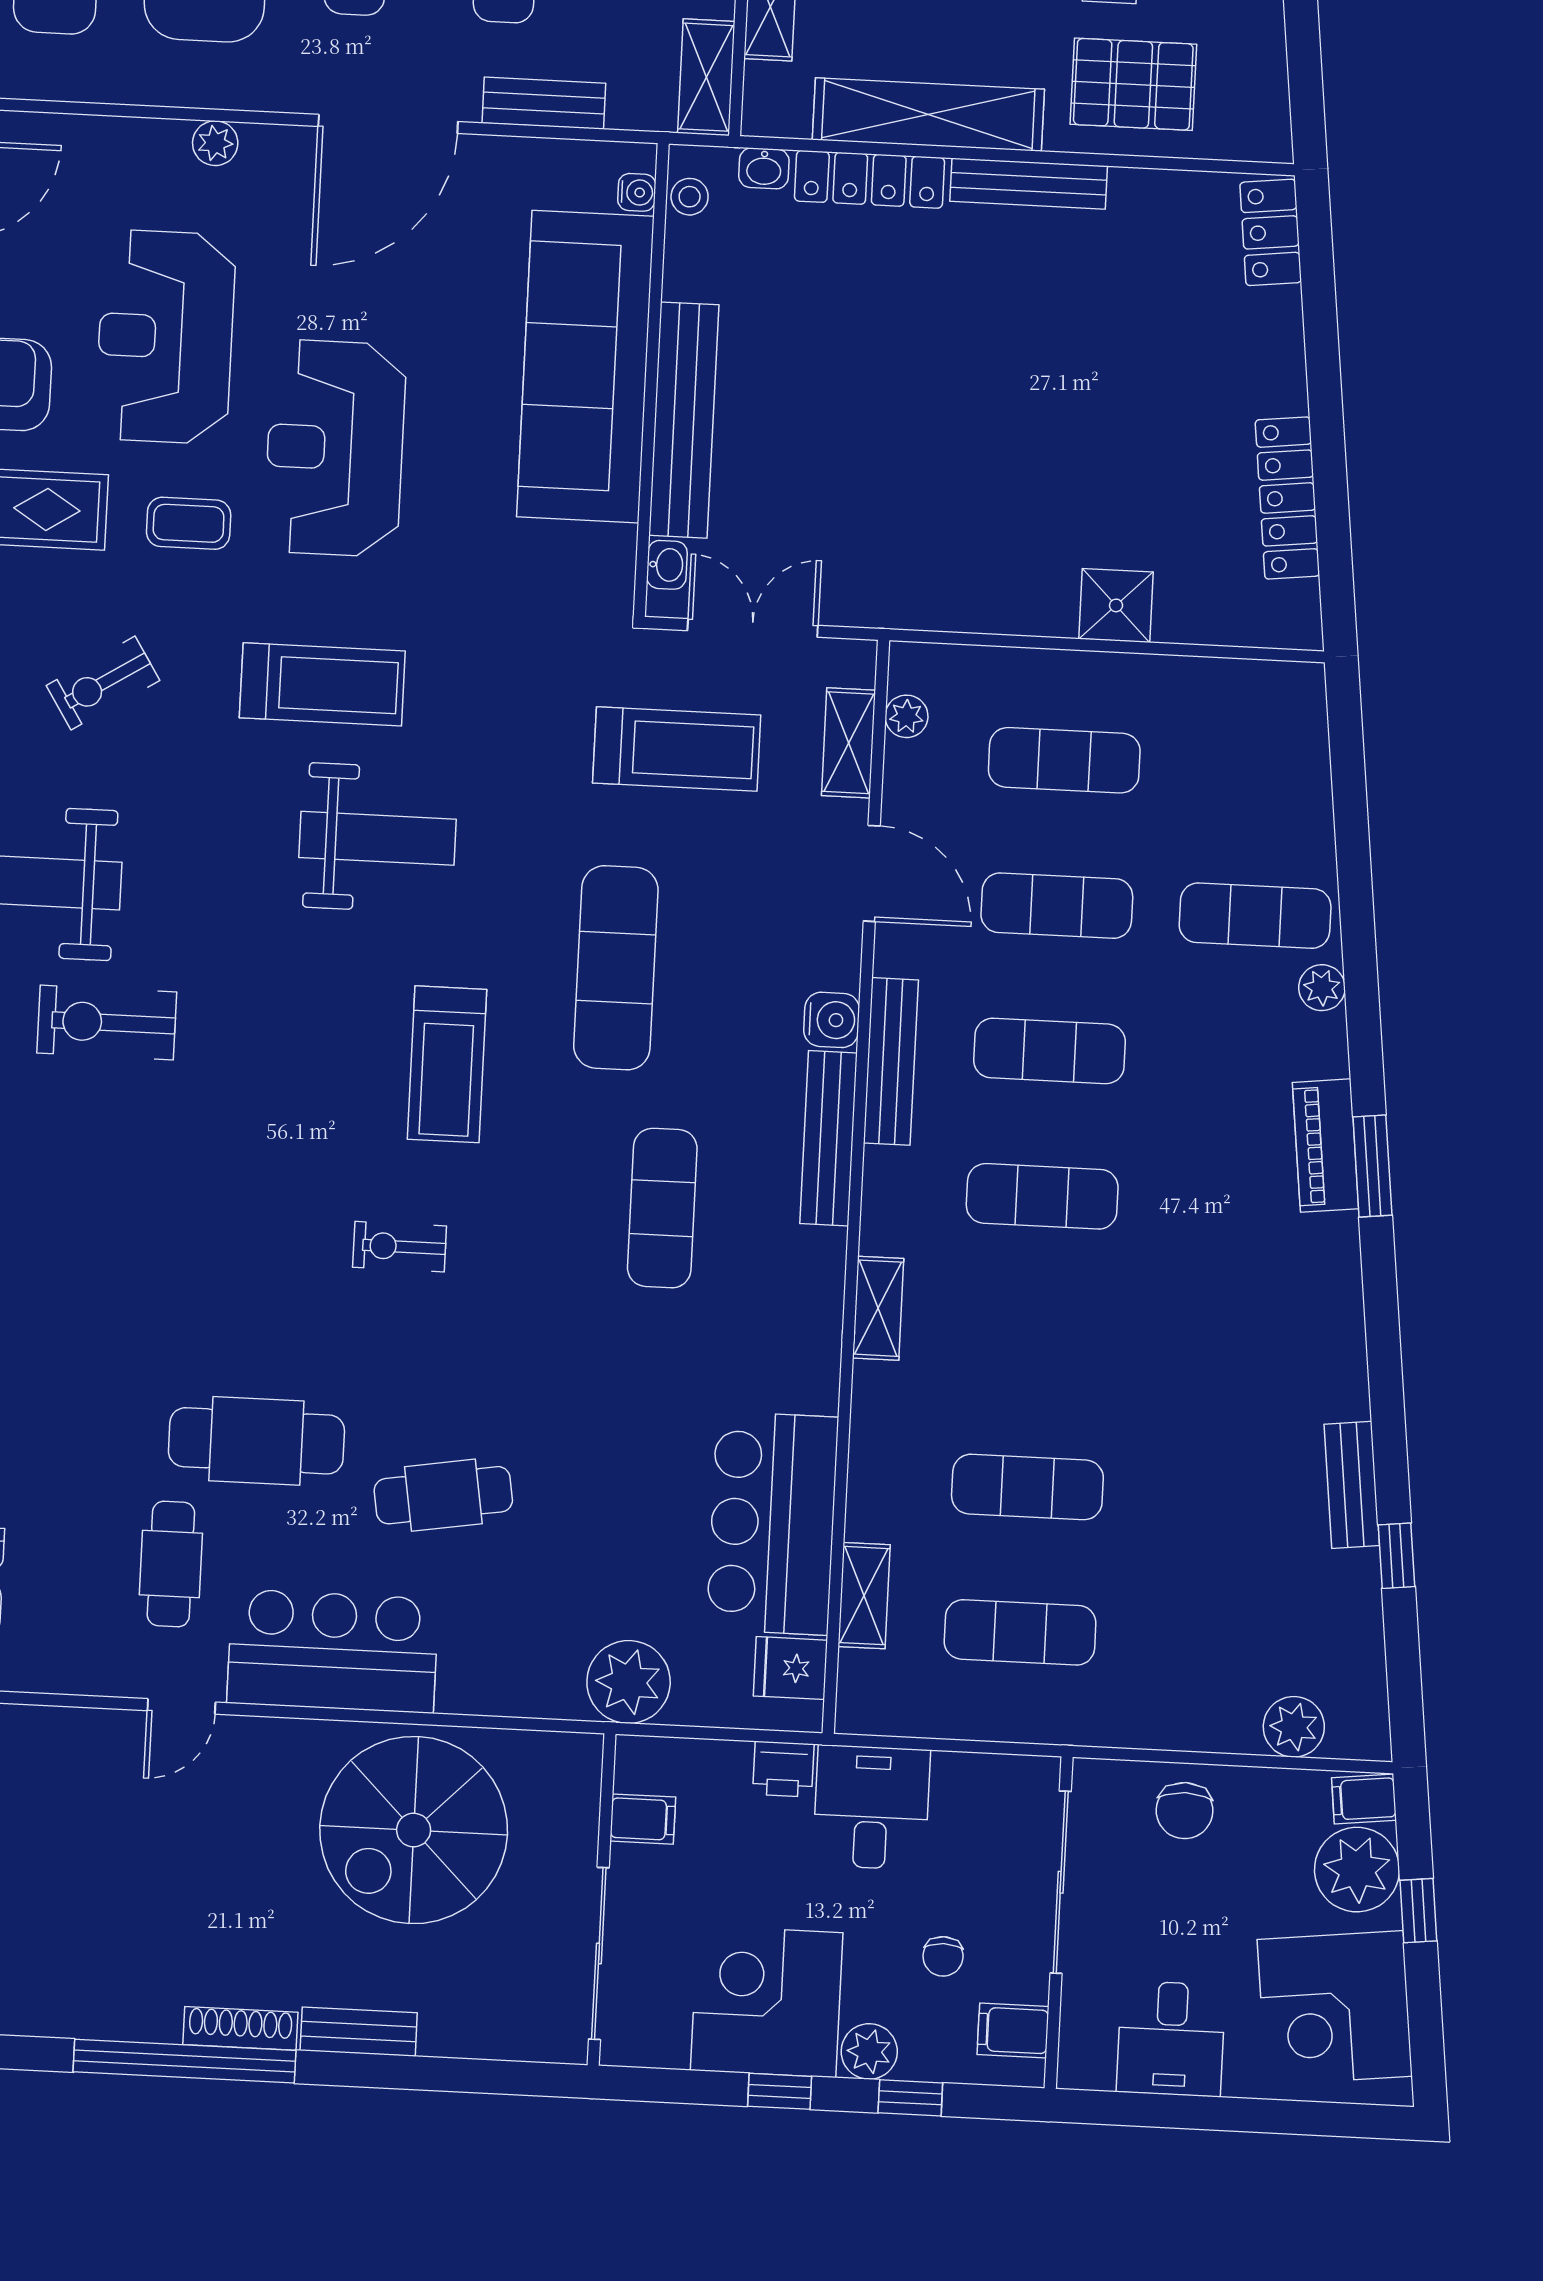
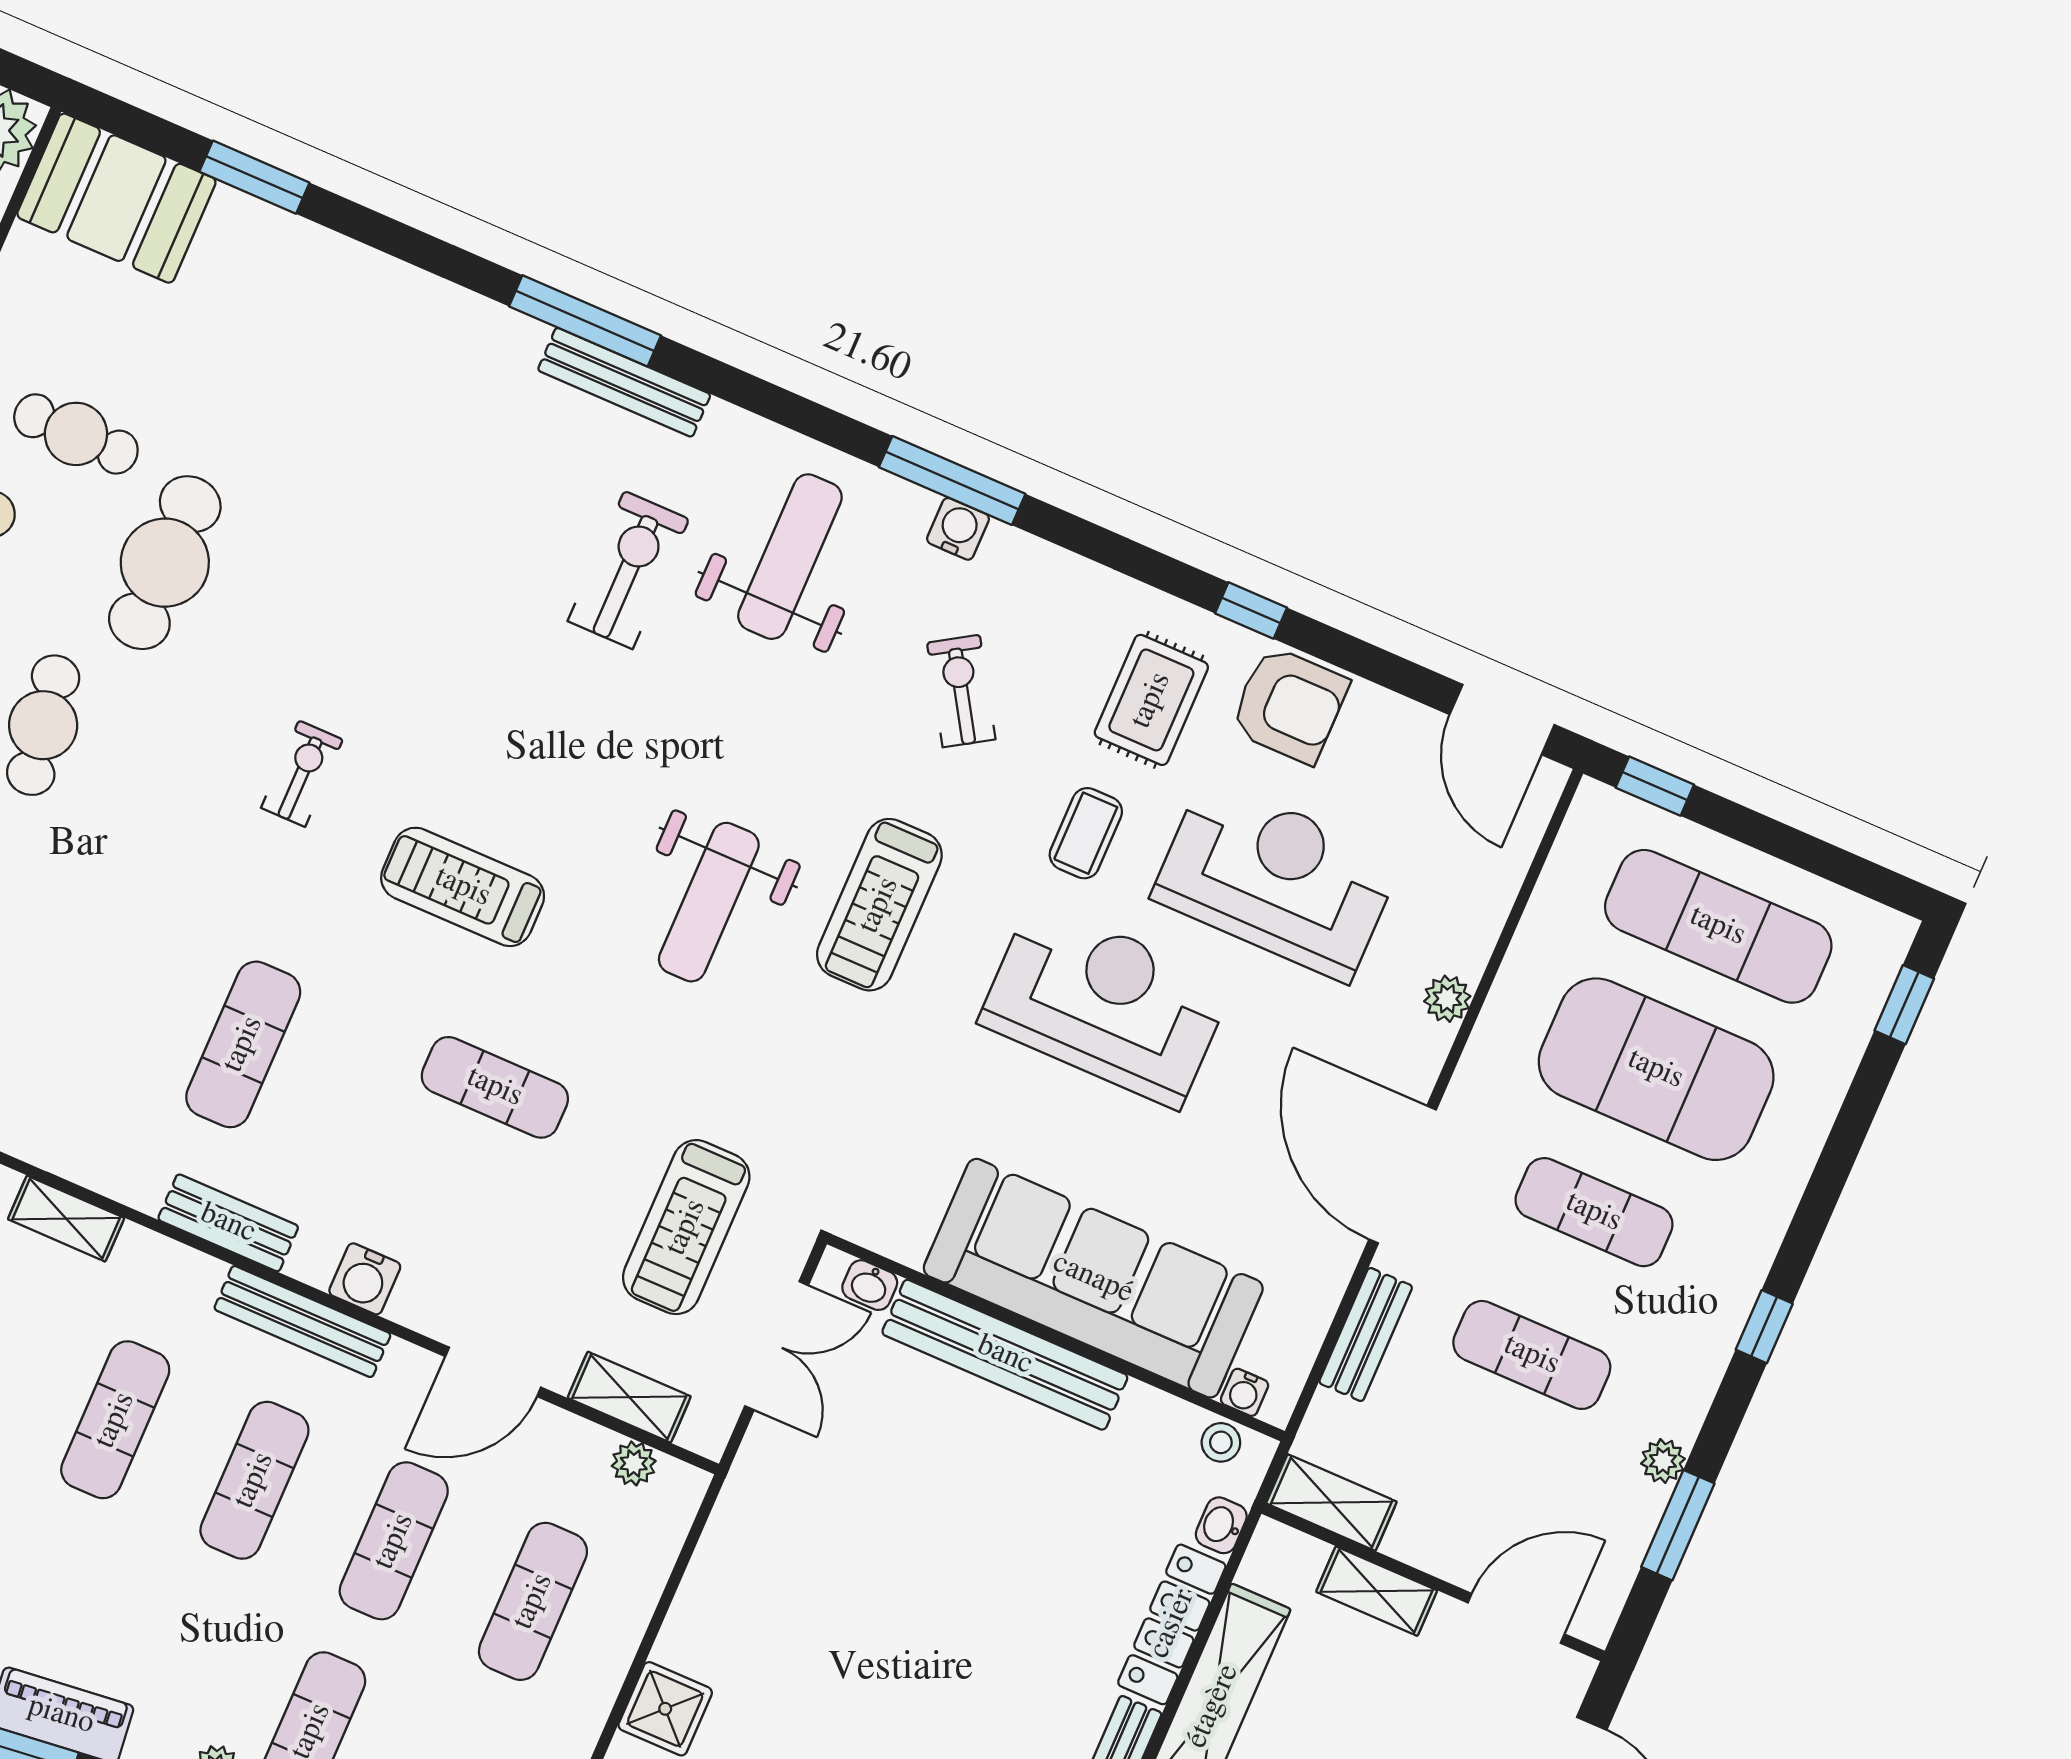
exercise mat: (616, 968) -> (495, 1087), width x0.73, depth x0.69
bench: (829, 1138) -> (228, 1223), width x0.73
exercise mat: (662, 1208) -> (243, 1044), turned 90

